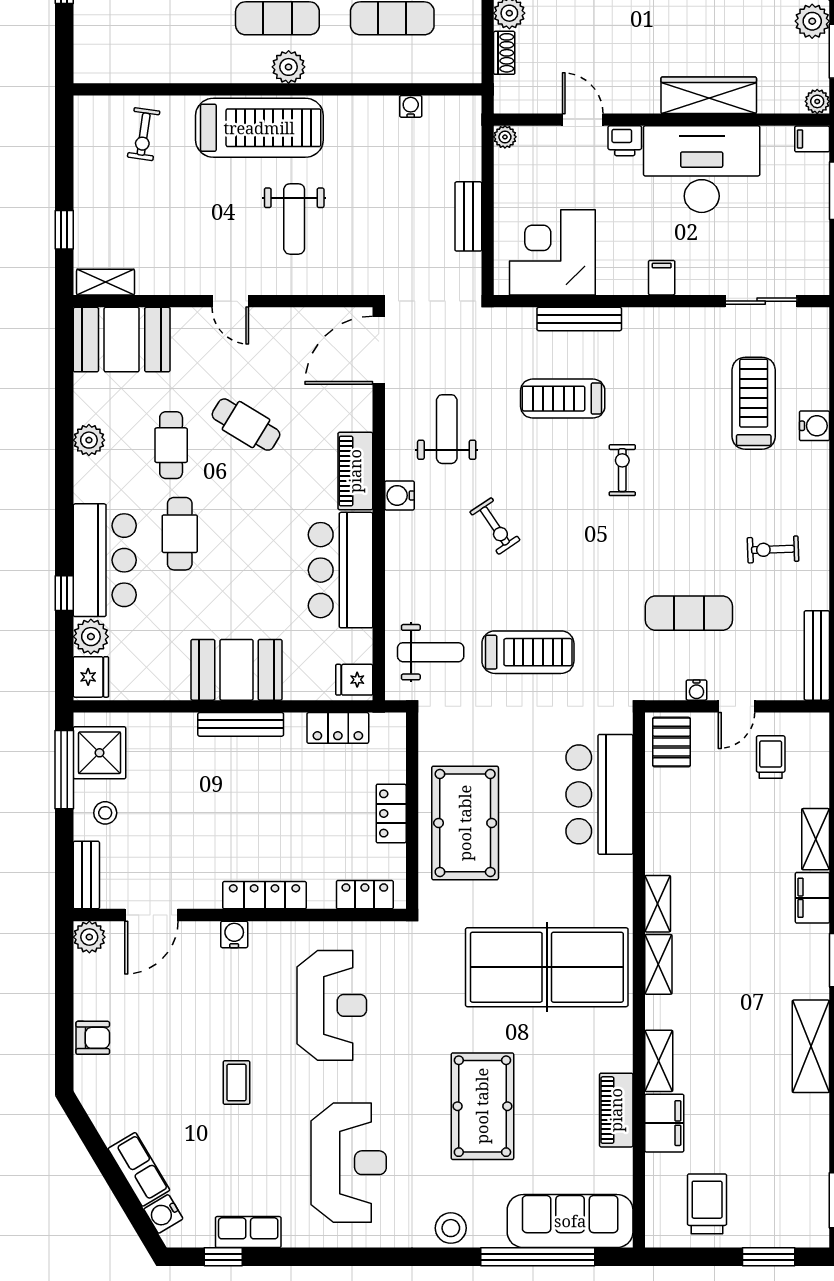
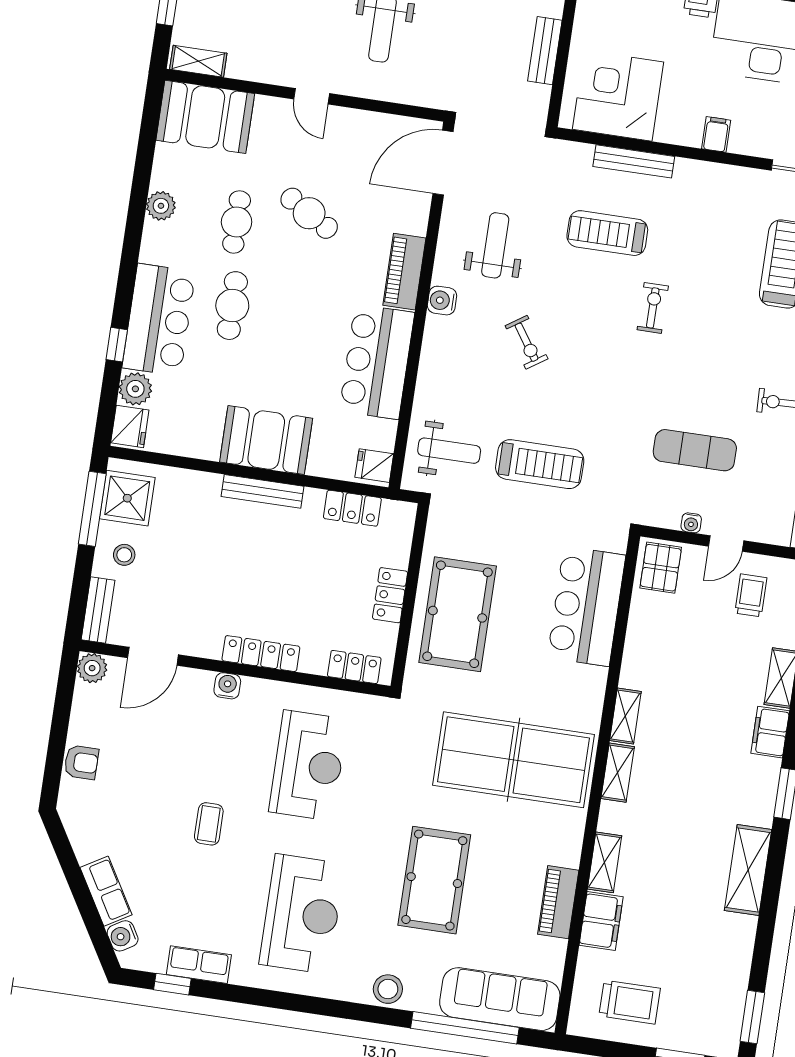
trolley: (707, 1204) -> (630, 1002), turned 90

